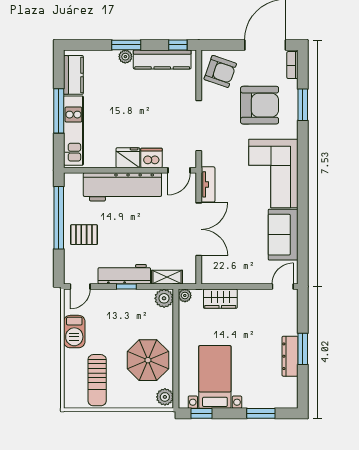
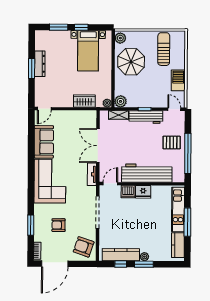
window: (178, 45) -> (121, 264), moved
armchair: (260, 105) -> (58, 225), width x0.53, depth x0.53
door: (80, 286) -> (174, 109), hinge flipped
window: (201, 413) -> (81, 27), moved

